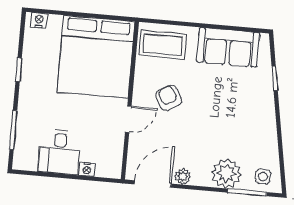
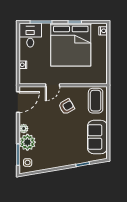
bed: (96, 57) -> (71, 45), moved, turned -90
door: (128, 119) -> (53, 85), hinge flipped
desk: (60, 152) -> (30, 35), moved, turned 90
plant: (183, 176) -> (24, 129), moved
door: (153, 184) -> (18, 102), hinge flipped

